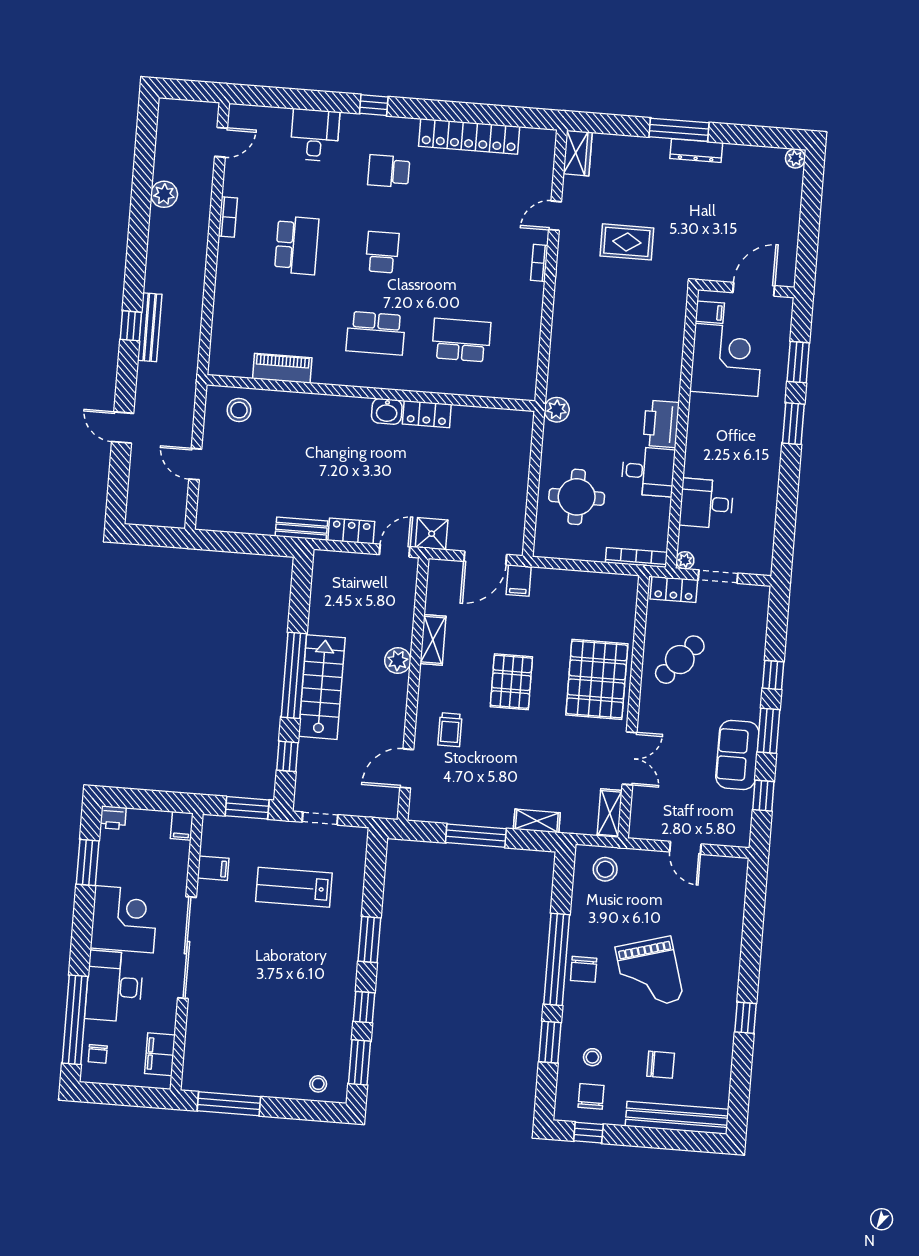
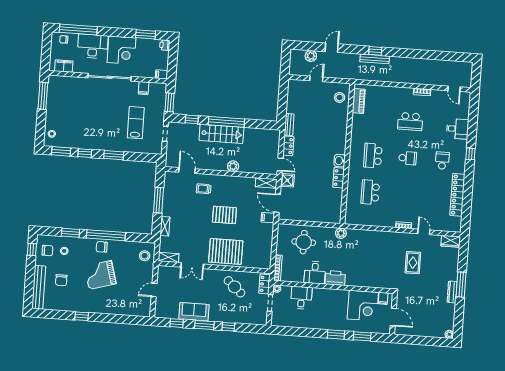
plant: (164, 194) -> (311, 56), moved
school desk: (461, 340) -> (370, 192), turned 180
piano: (282, 368) -> (359, 101), moved
shelving: (433, 640) -> (266, 183), moved

